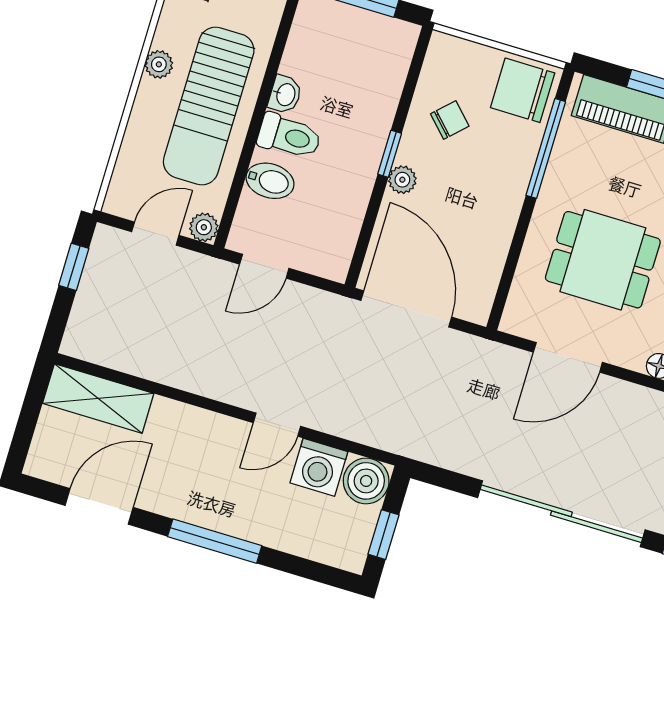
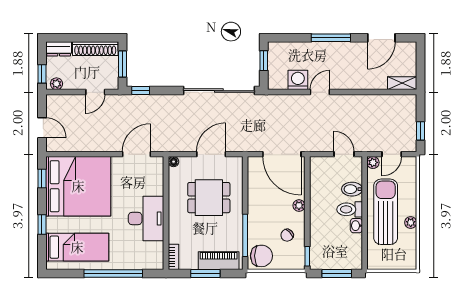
window: (390, 154) -> (307, 256), moved
door: (264, 266) -> (344, 154), hinge flipped
shelving: (98, 398) -> (402, 83), width x0.67, depth x0.75
boiler: (366, 481) -> (277, 80), removed
sliding door: (561, 514) -> (219, 91), moved

